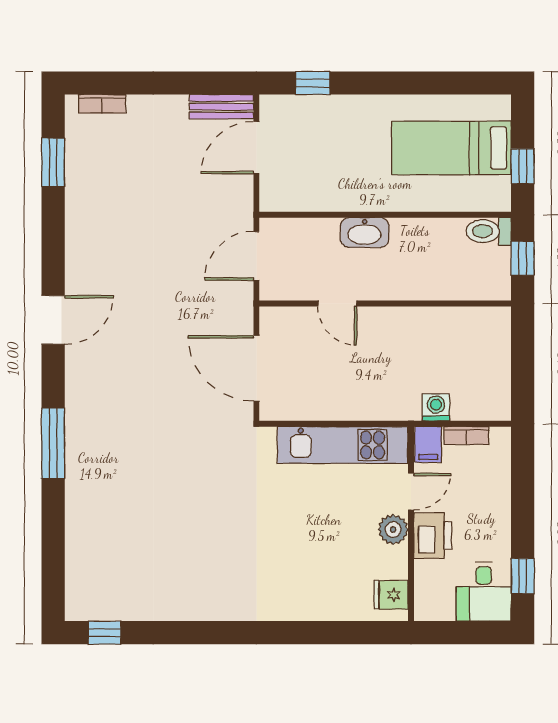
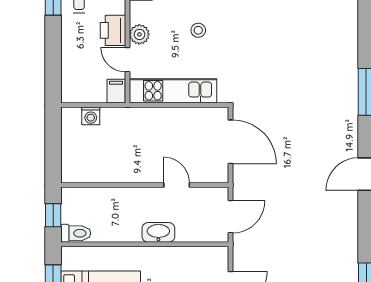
washing machine: (436, 407) -> (91, 116), moved
bookcase: (466, 435) -> (91, 97), removed
door: (411, 492) -> (128, 60), hinge flipped
stool: (305, 536) -> (198, 30), added

